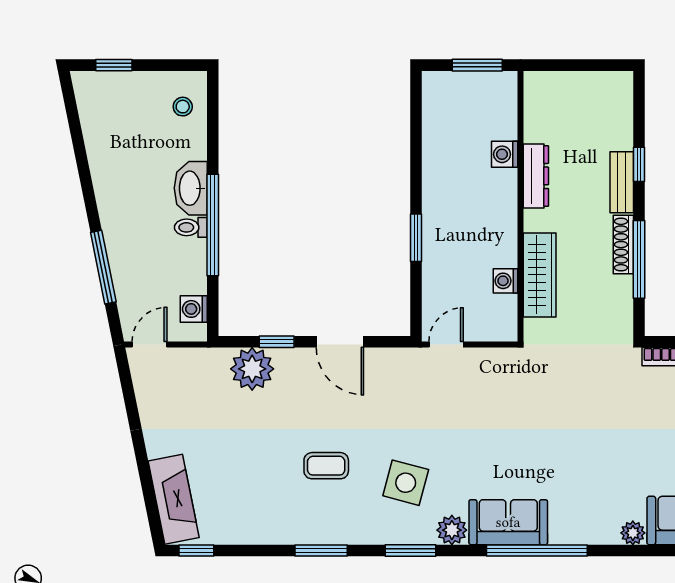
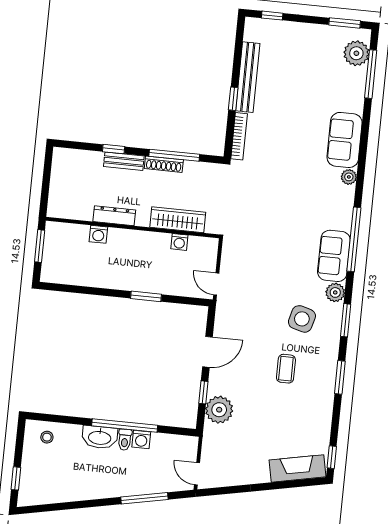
washing machine: (194, 309) -> (141, 439), moved

